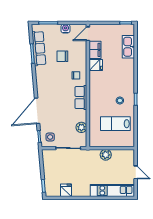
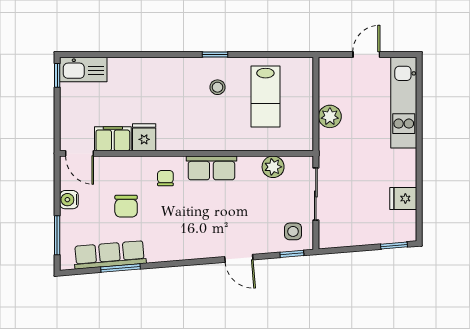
kitchen sink: (128, 47) -> (83, 69), moved
door: (37, 111) -> (239, 258), width x0.53

